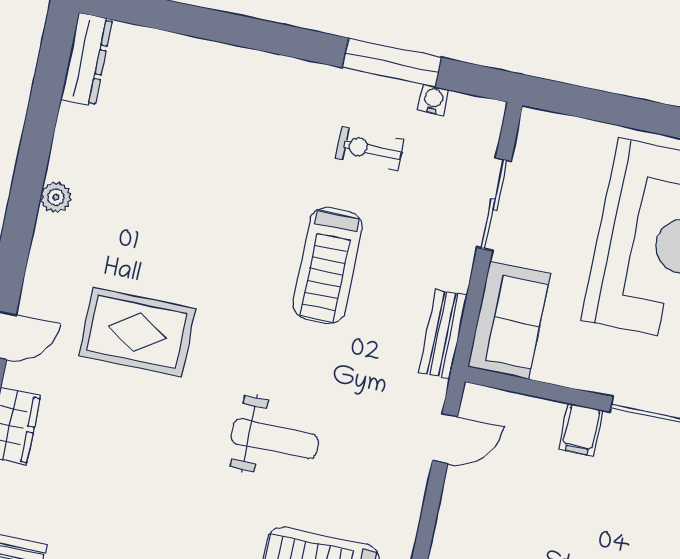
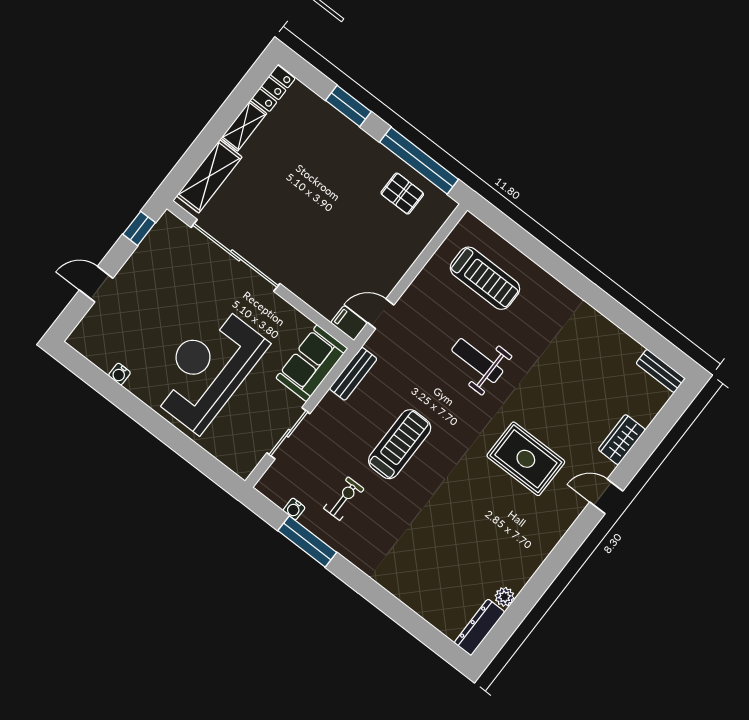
exercise bike: (370, 149) -> (344, 499), turned -90
plant: (56, 197) -> (505, 597), moved
filing cabinet: (581, 430) -> (349, 323), moved, turned -90

